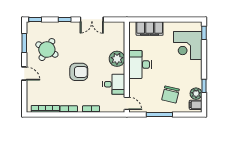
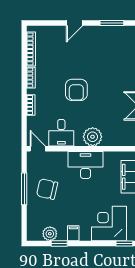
round table: (47, 50) -> (104, 51), removed
chair: (171, 95) -> (47, 189), moved
door: (127, 103) -> (38, 149), swing flipped
filing cabinet: (196, 105) -> (73, 233), moved

